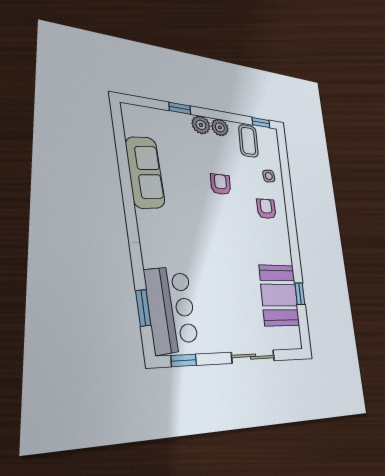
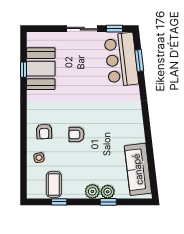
window: (261, 123) -> (59, 202), moved
plant: (220, 127) -> (108, 192), moved
sofa: (145, 172) -> (138, 169), moved
armchair: (221, 184) -> (76, 134), moved, turned 90
sliding door: (253, 357) -> (82, 29), moved

